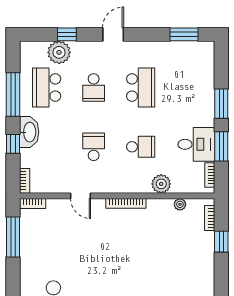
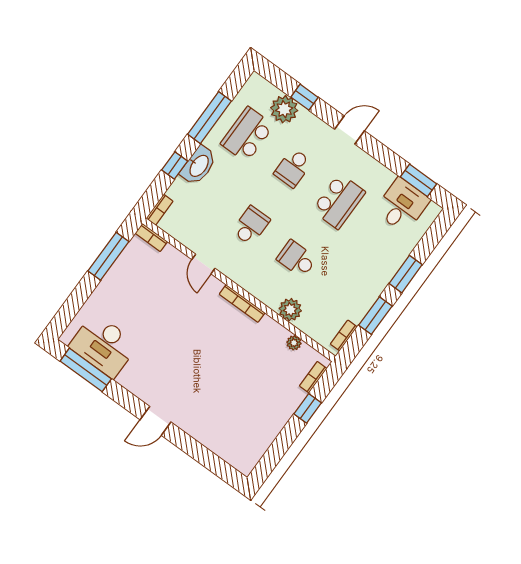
desk: (196, 144) -> (402, 205), moved, turned -90
school desk: (141, 147) -> (297, 259), turned 180

